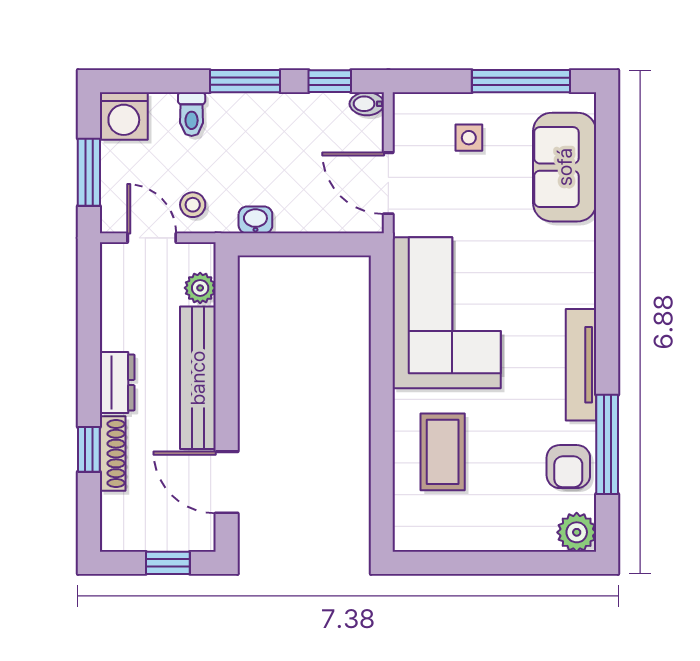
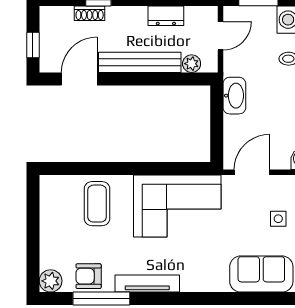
stool: (193, 205) -> (240, 59), removed
washbasin: (255, 220) -> (234, 96), width x1.91, depth x1.45
dresser: (117, 382) -> (166, 16), moved
coffee table: (443, 452) -> (97, 204), turned 90
shoe rack: (113, 453) -> (90, 13), width x0.70

